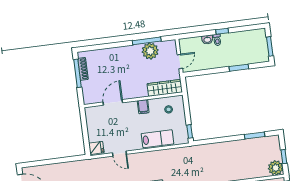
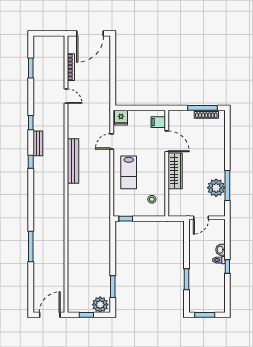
door: (180, 61) -> (201, 218), hinge flipped
wardrobe: (165, 88) -> (175, 171), moved
filing cabinet: (143, 107) -> (158, 122), moved
lab bench: (157, 139) -> (129, 172), moved
plant: (276, 168) -> (100, 305), moved

